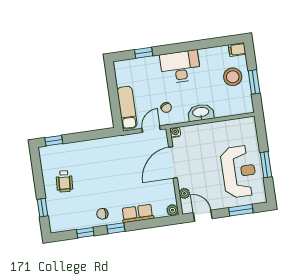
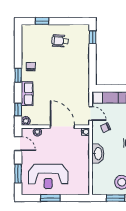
door: (203, 216) -> (18, 144), hinge flipped
window: (85, 233) -> (18, 109), moved

